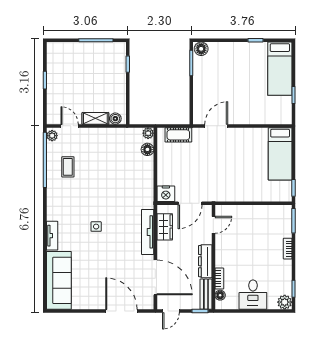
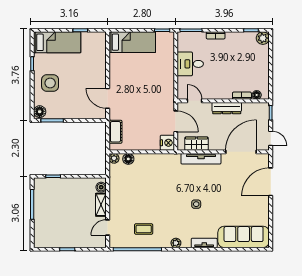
side table: (234, 61) -> (50, 83), added
plant: (52, 136) -> (176, 243), moved
bench: (206, 294) -> (256, 107), removed
desk: (253, 295) -> (190, 64), moved, turned 180

